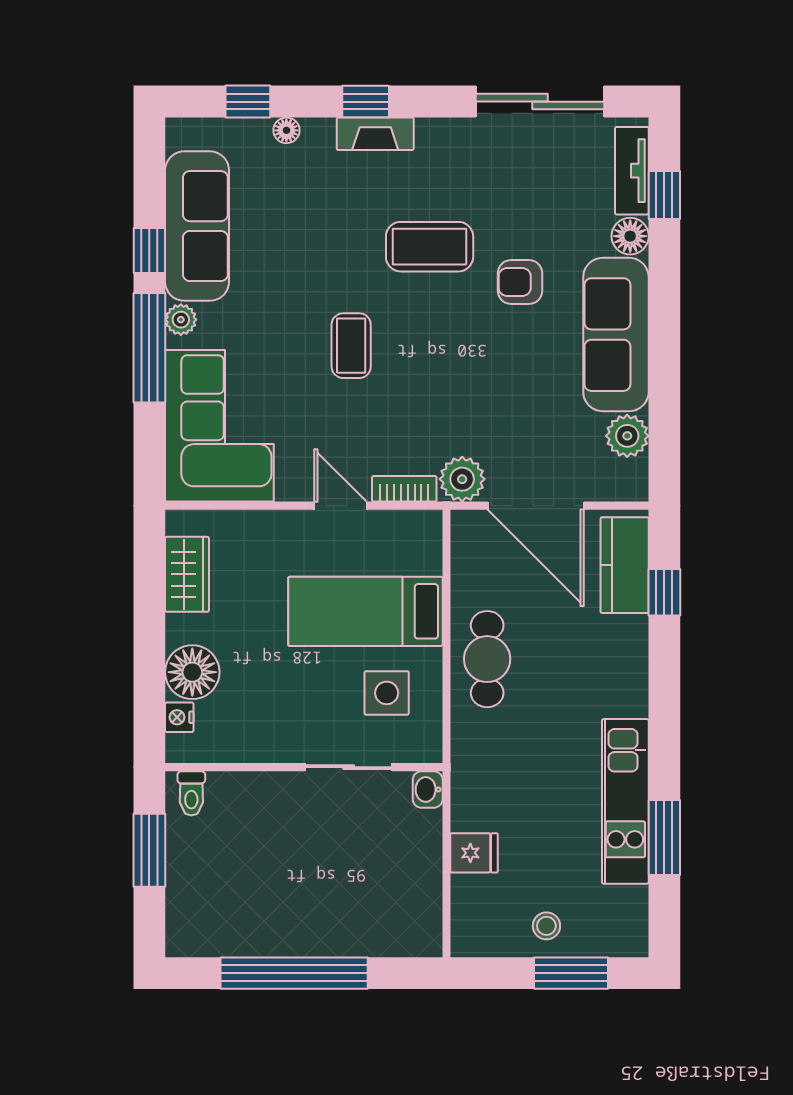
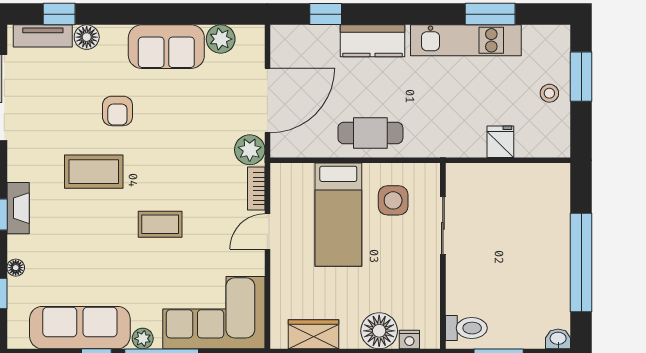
coffee table: (430, 247) -> (94, 172), turned 90
sofa: (616, 335) -> (166, 47), width x0.73
kitchen counter: (625, 565) -> (372, 41), moved
washbasin: (428, 789) -> (558, 339), moved, turned 180
toilet: (191, 793) -> (466, 328), width x1.37, depth x1.39

